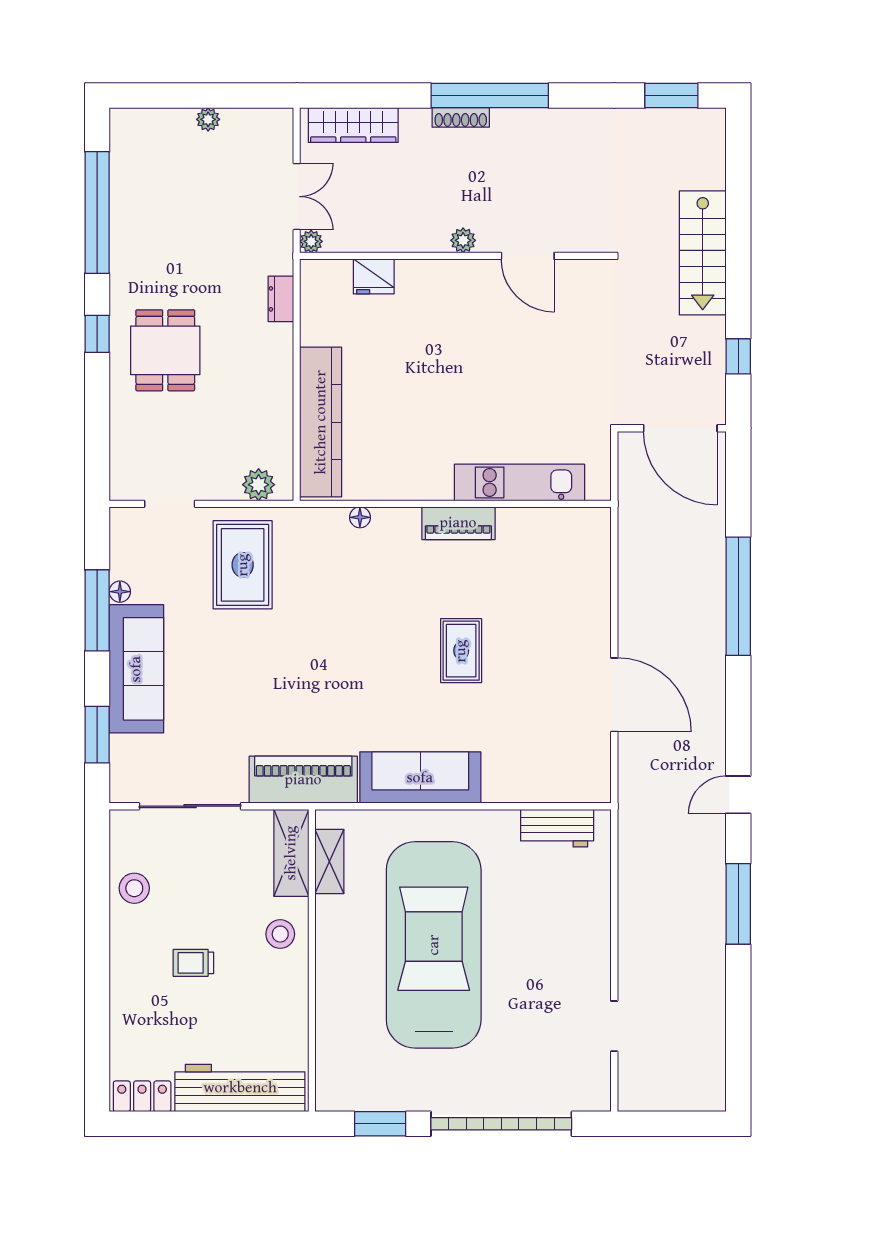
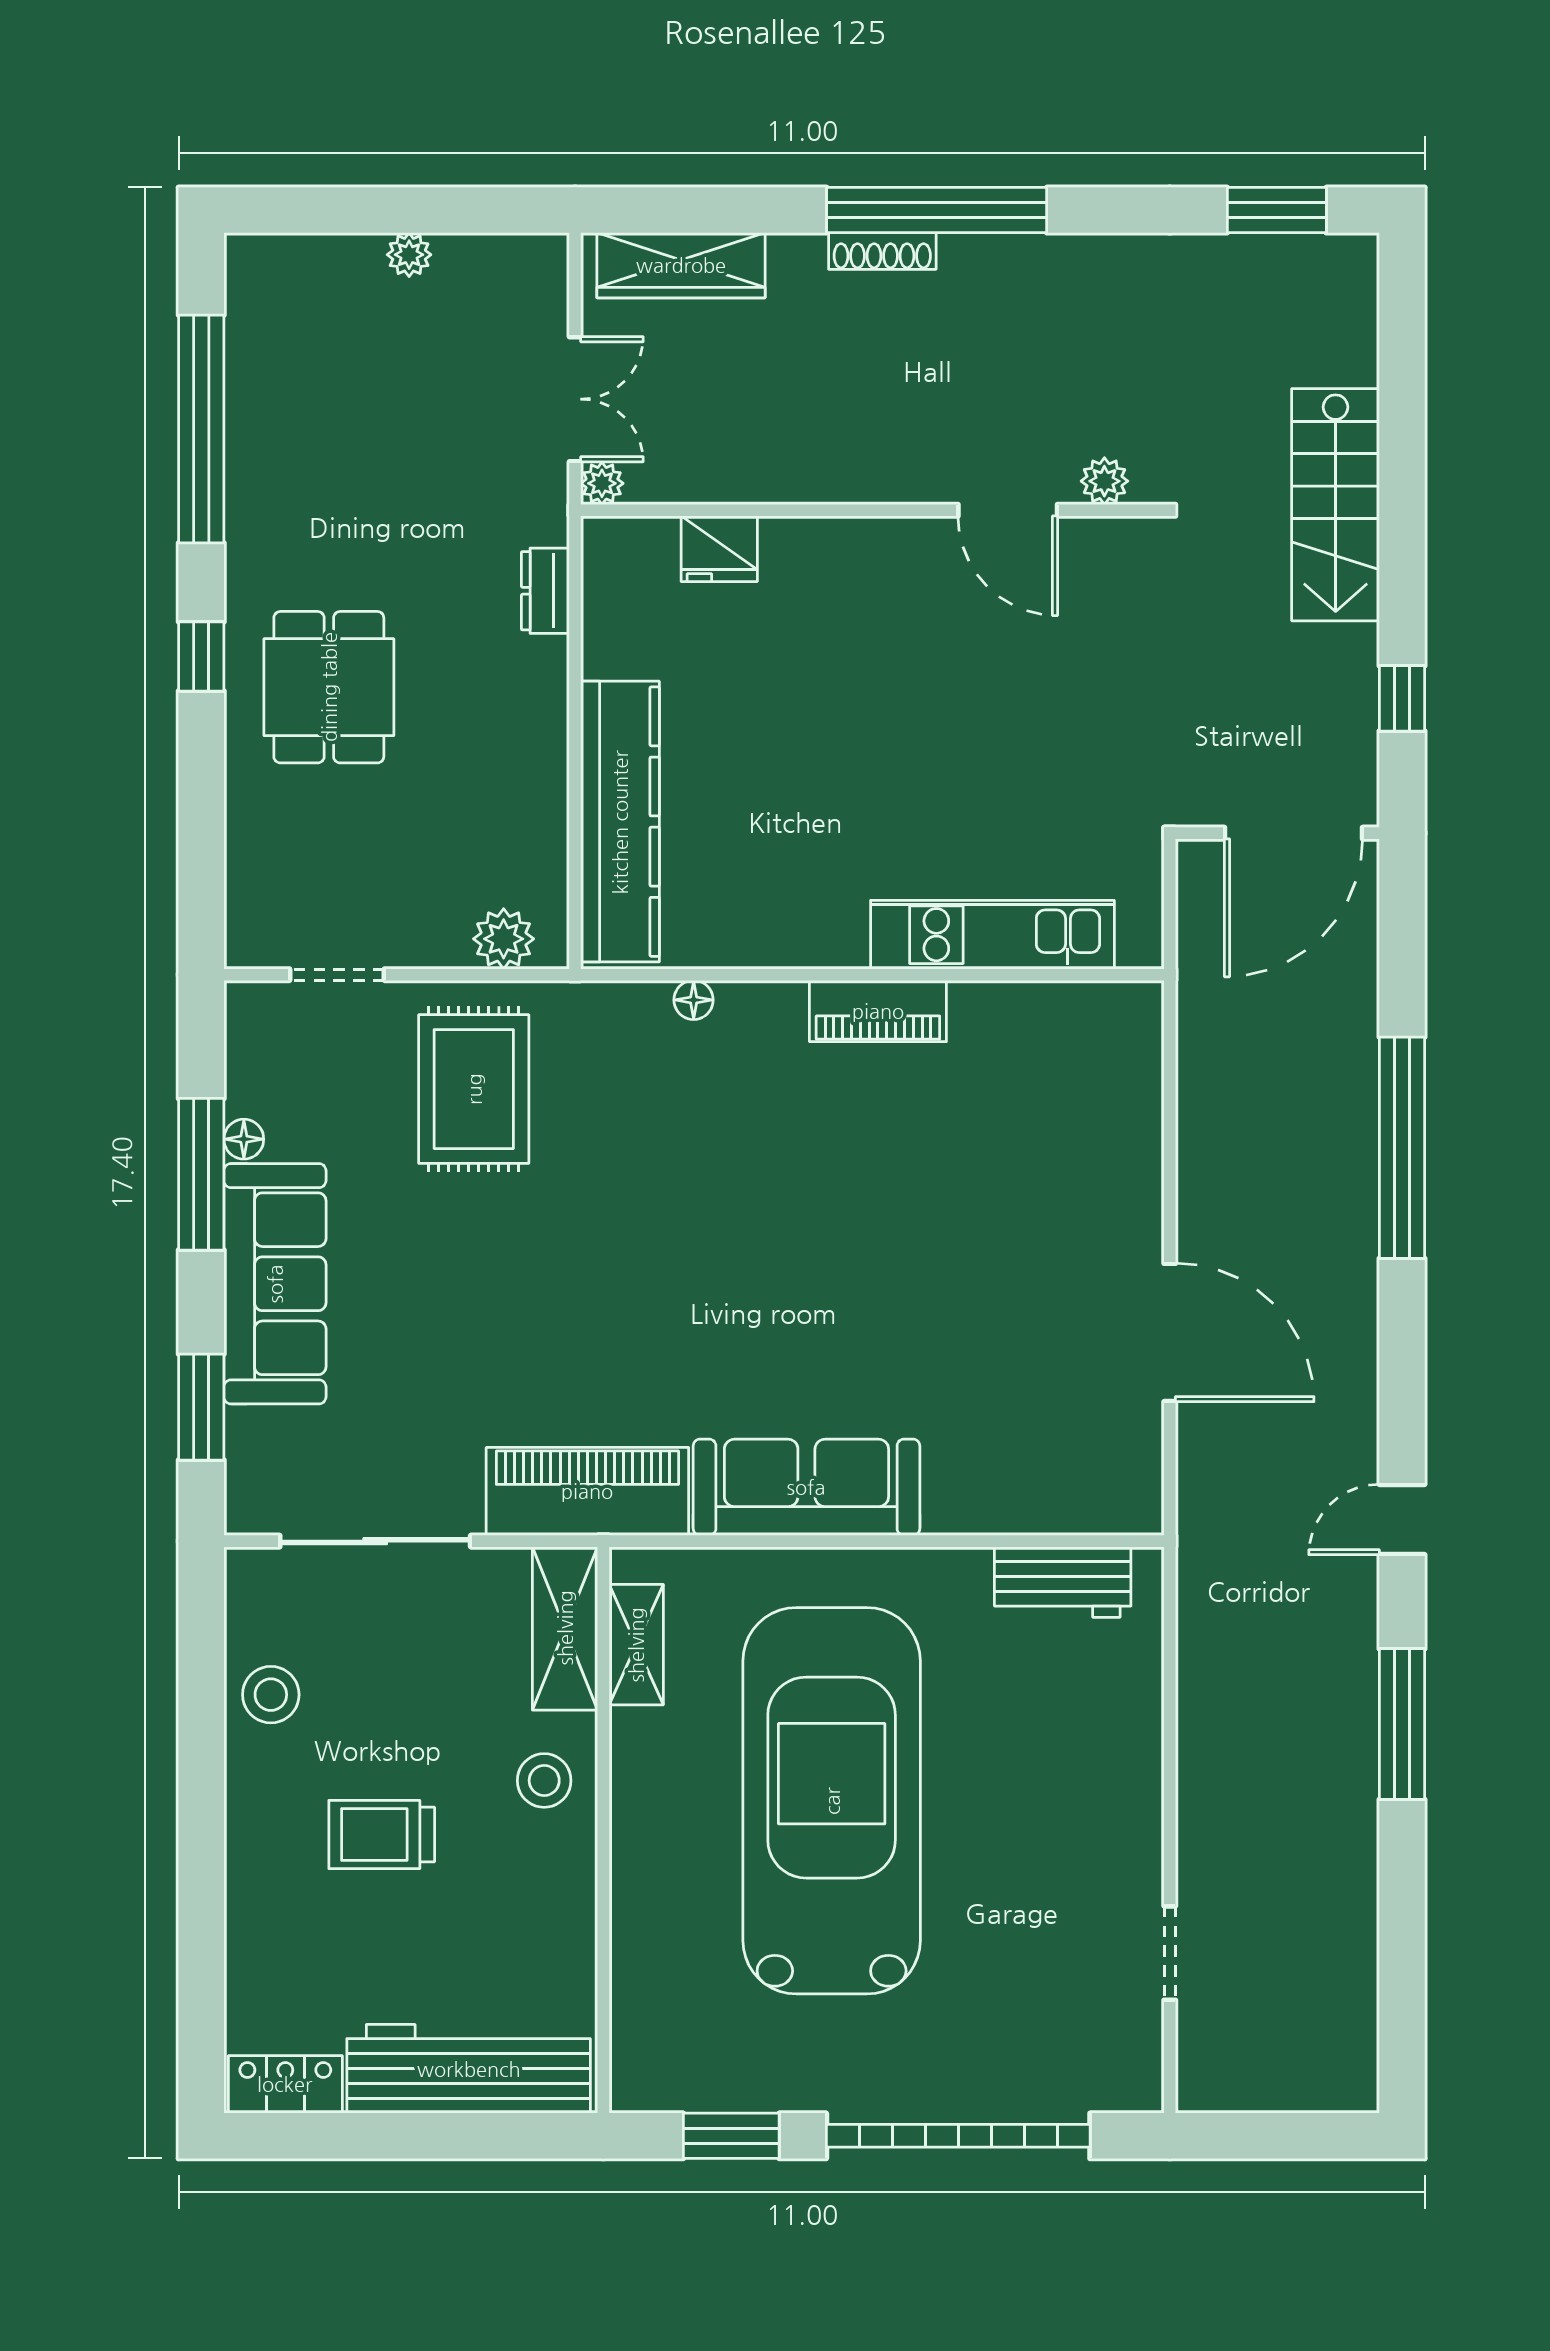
plant: (463, 240) -> (1104, 481), moved
door: (680, 428) -> (1293, 833), hinge flipped
rug: (461, 651) -> (883, 1250), removed
trolley: (193, 963) -> (382, 1835), width x1.36, depth x1.39

